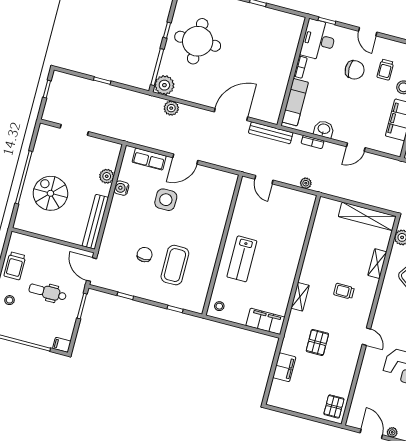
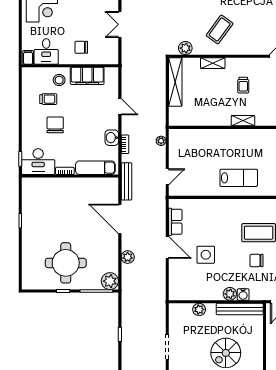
door: (368, 32) -> (20, 122), removed
plant: (171, 108) -> (128, 257), moved
row of seats: (149, 159) -> (175, 222), moved
water cooler: (121, 188) -> (243, 295), moved
plant: (115, 215) -> (230, 294), added
shelving: (300, 297) -> (243, 121), moved

